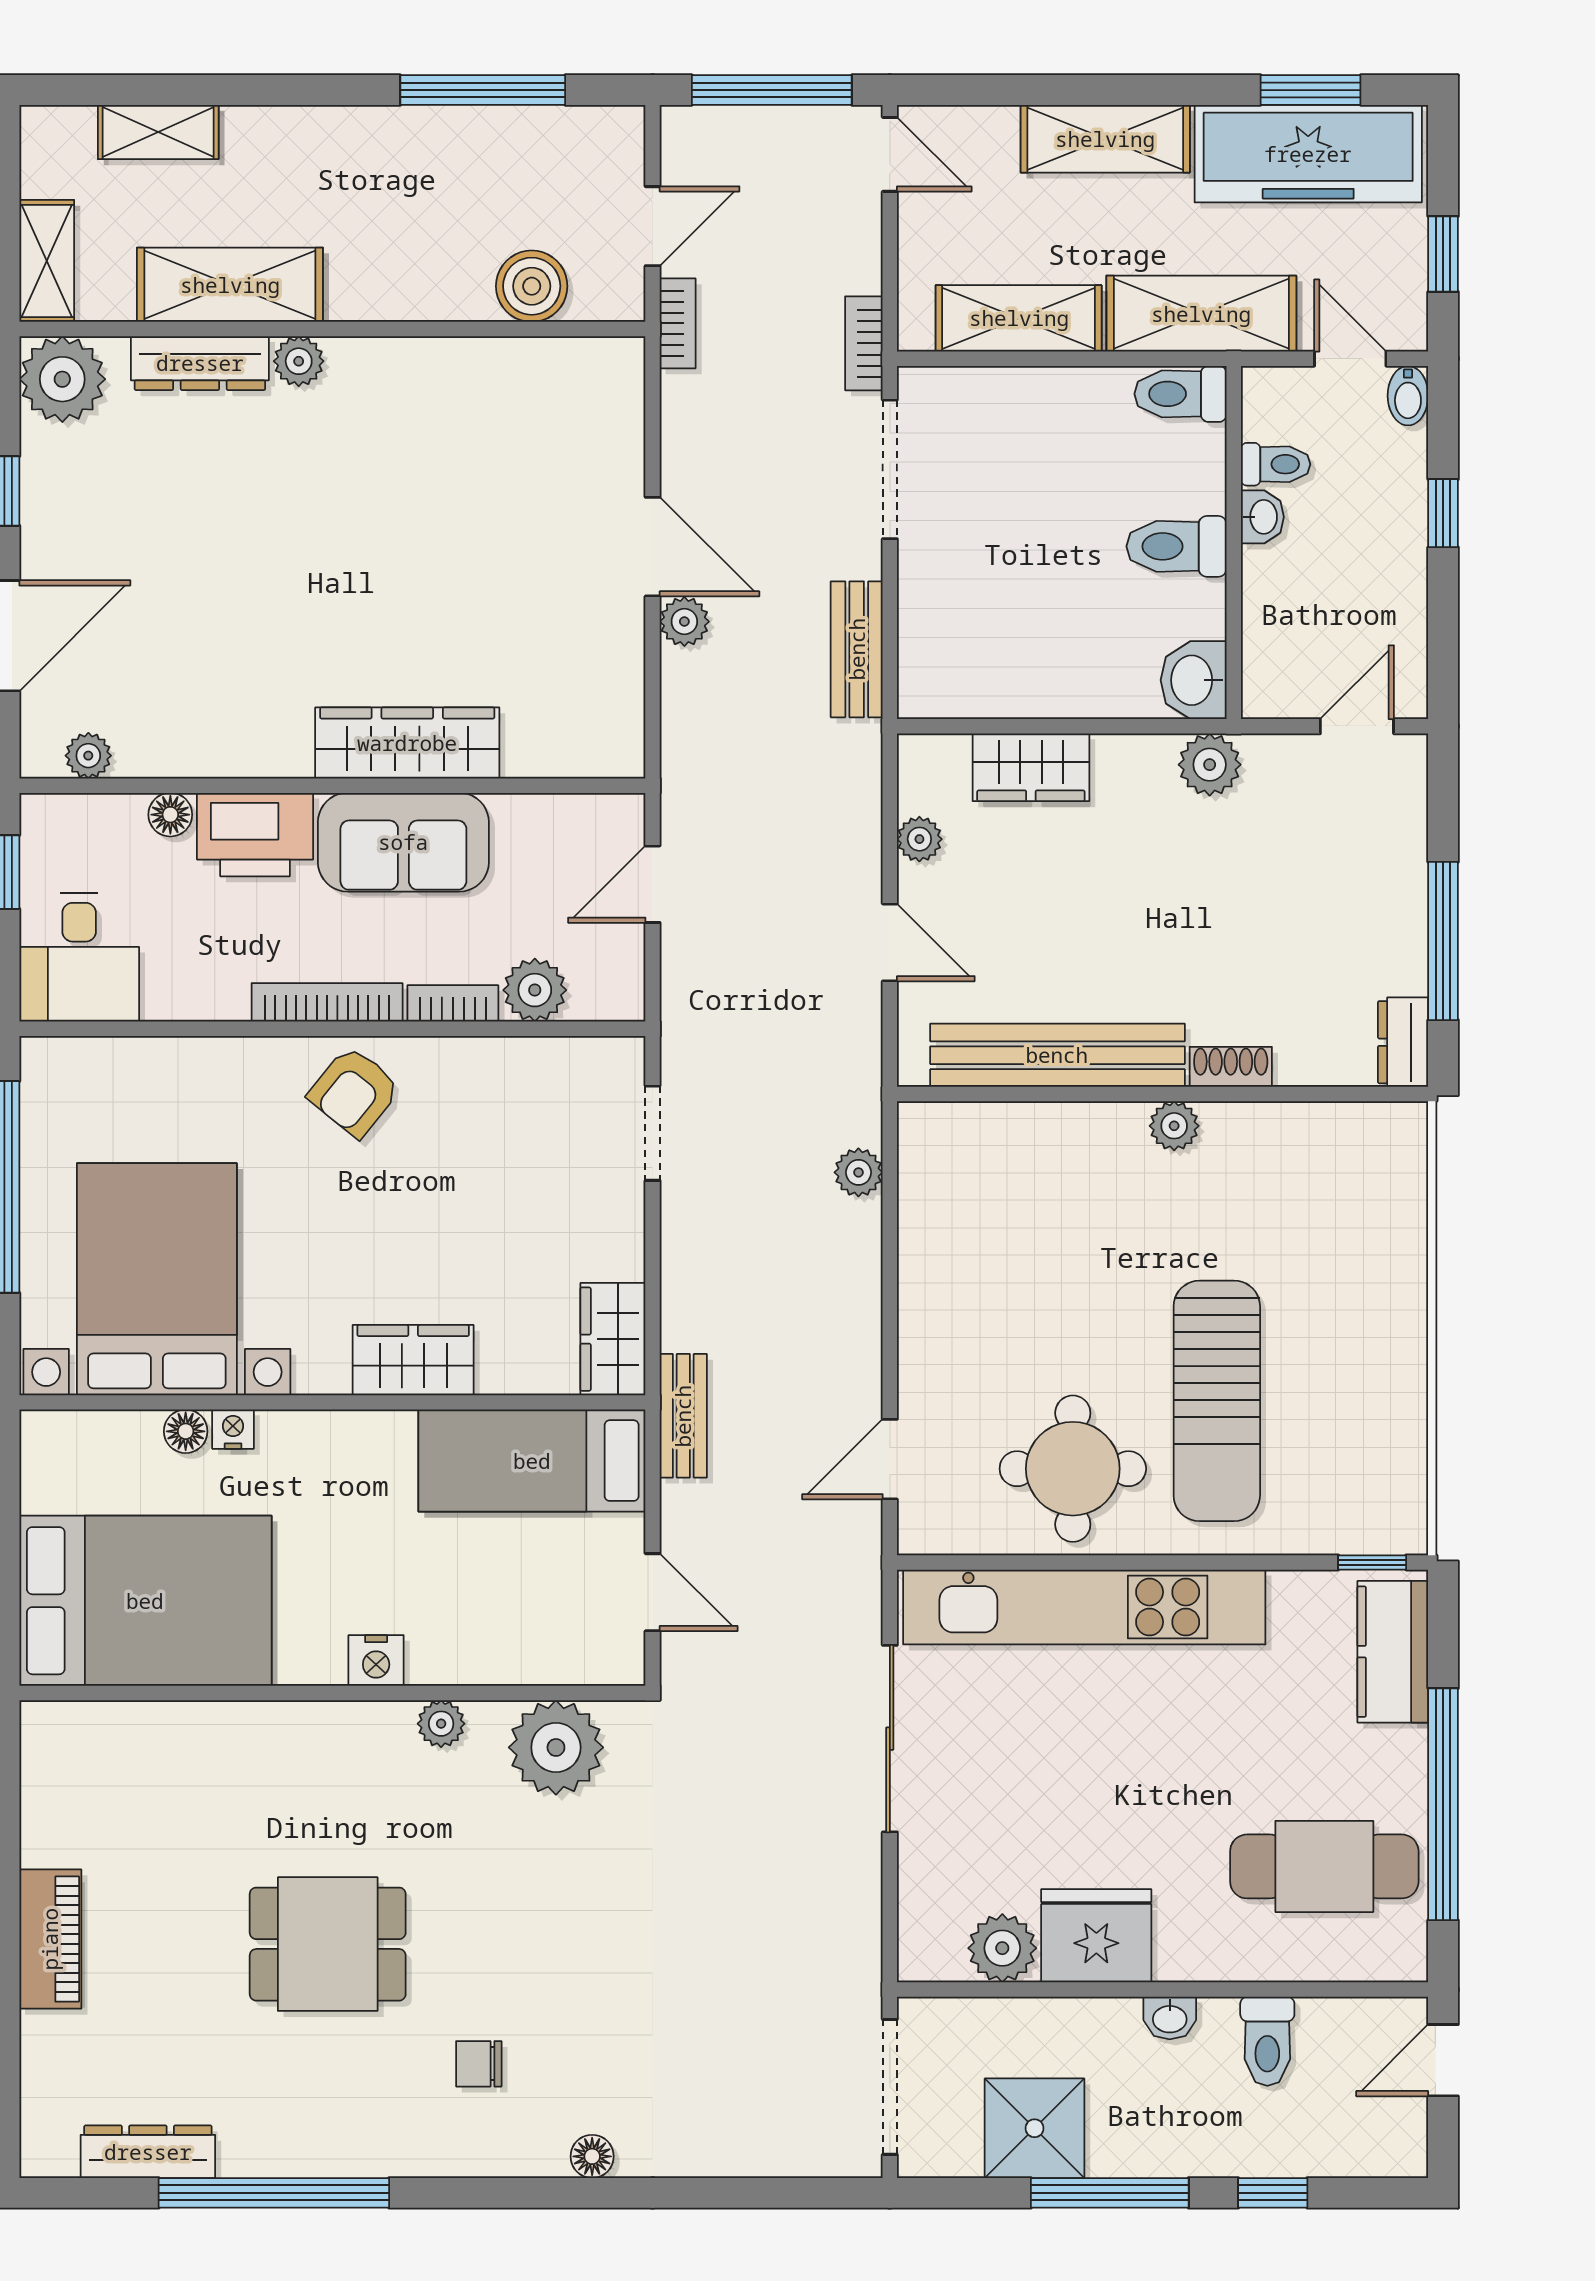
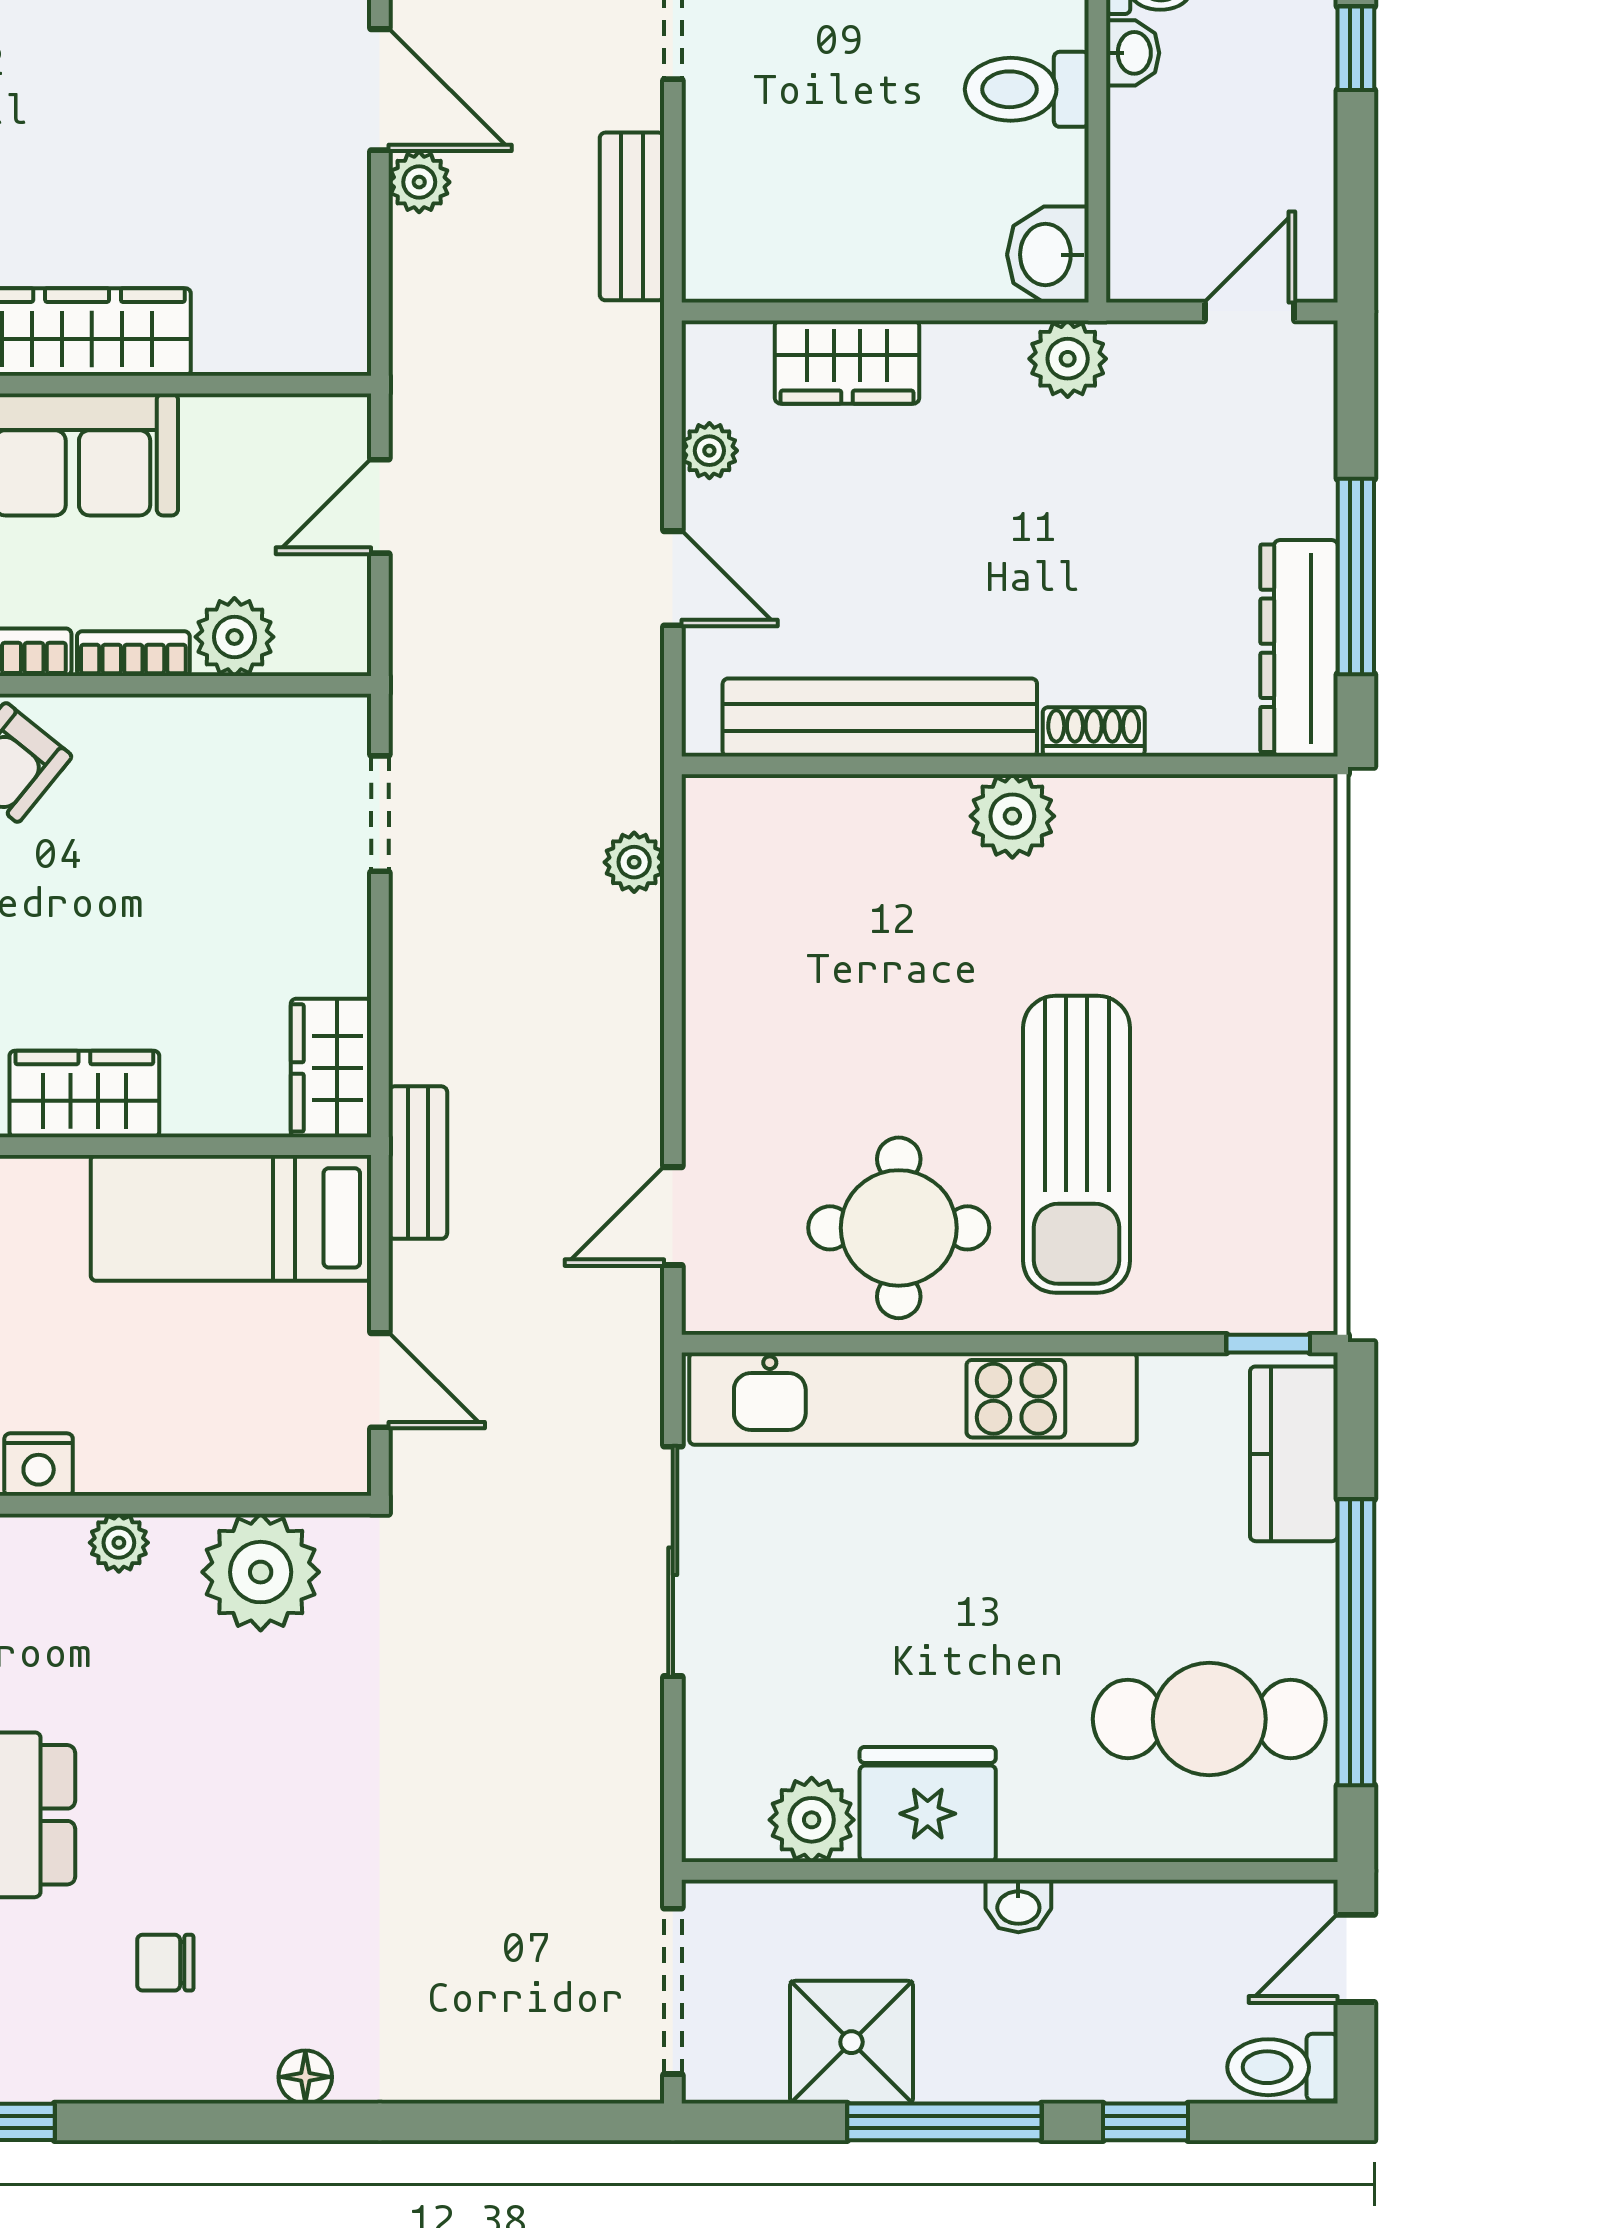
dresser: (1403, 1042) -> (1299, 648), width x1.96, depth x1.24
plant: (1174, 1126) -> (1012, 816), width x1.38, depth x1.38
toilet: (1267, 2041) -> (1282, 2067), moved, turned 90

